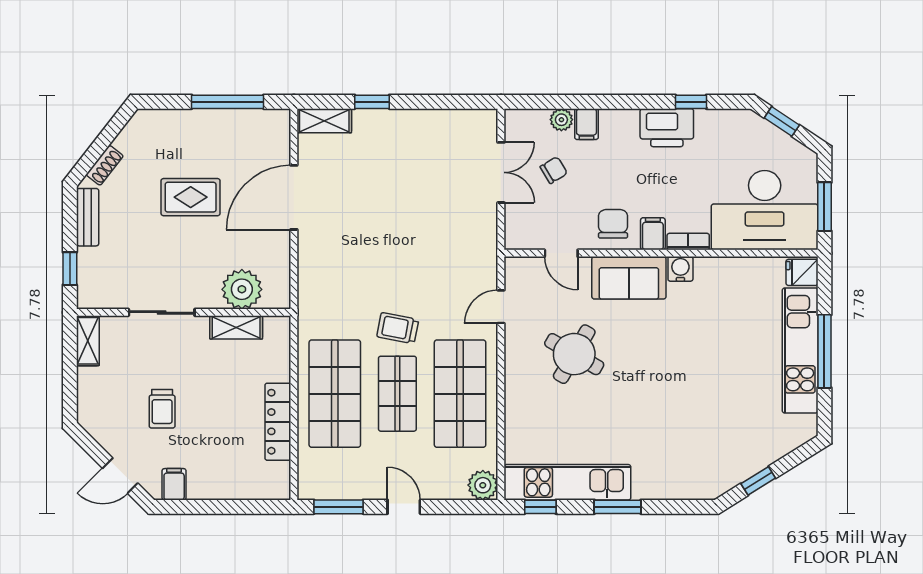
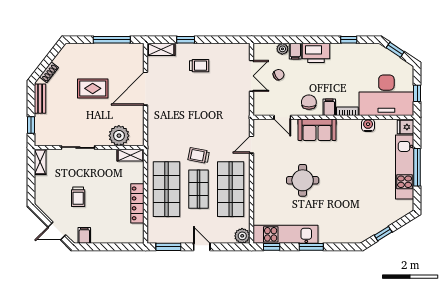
printer: (667, 128) -> (316, 53), moved
trolley: (399, 153) -> (199, 66), added
window: (824, 207) -> (417, 93), width x0.67
water cooler: (680, 269) -> (368, 125), moved
shelving: (236, 327) -> (131, 155), moved
round table: (574, 354) -> (303, 180), moved, turned -30

